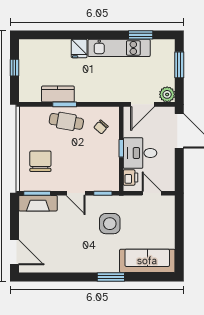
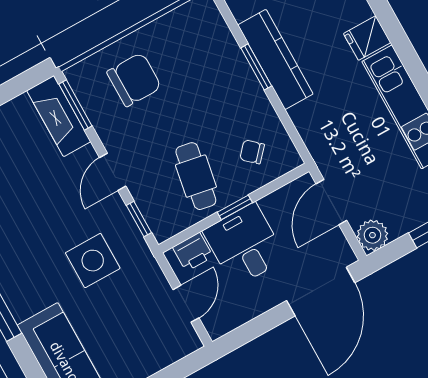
kitchen counter: (58, 94) -> (275, 59), width x1.50
door: (143, 104) -> (331, 202), hinge flipped
cafe table: (66, 121) -> (196, 176), moved

